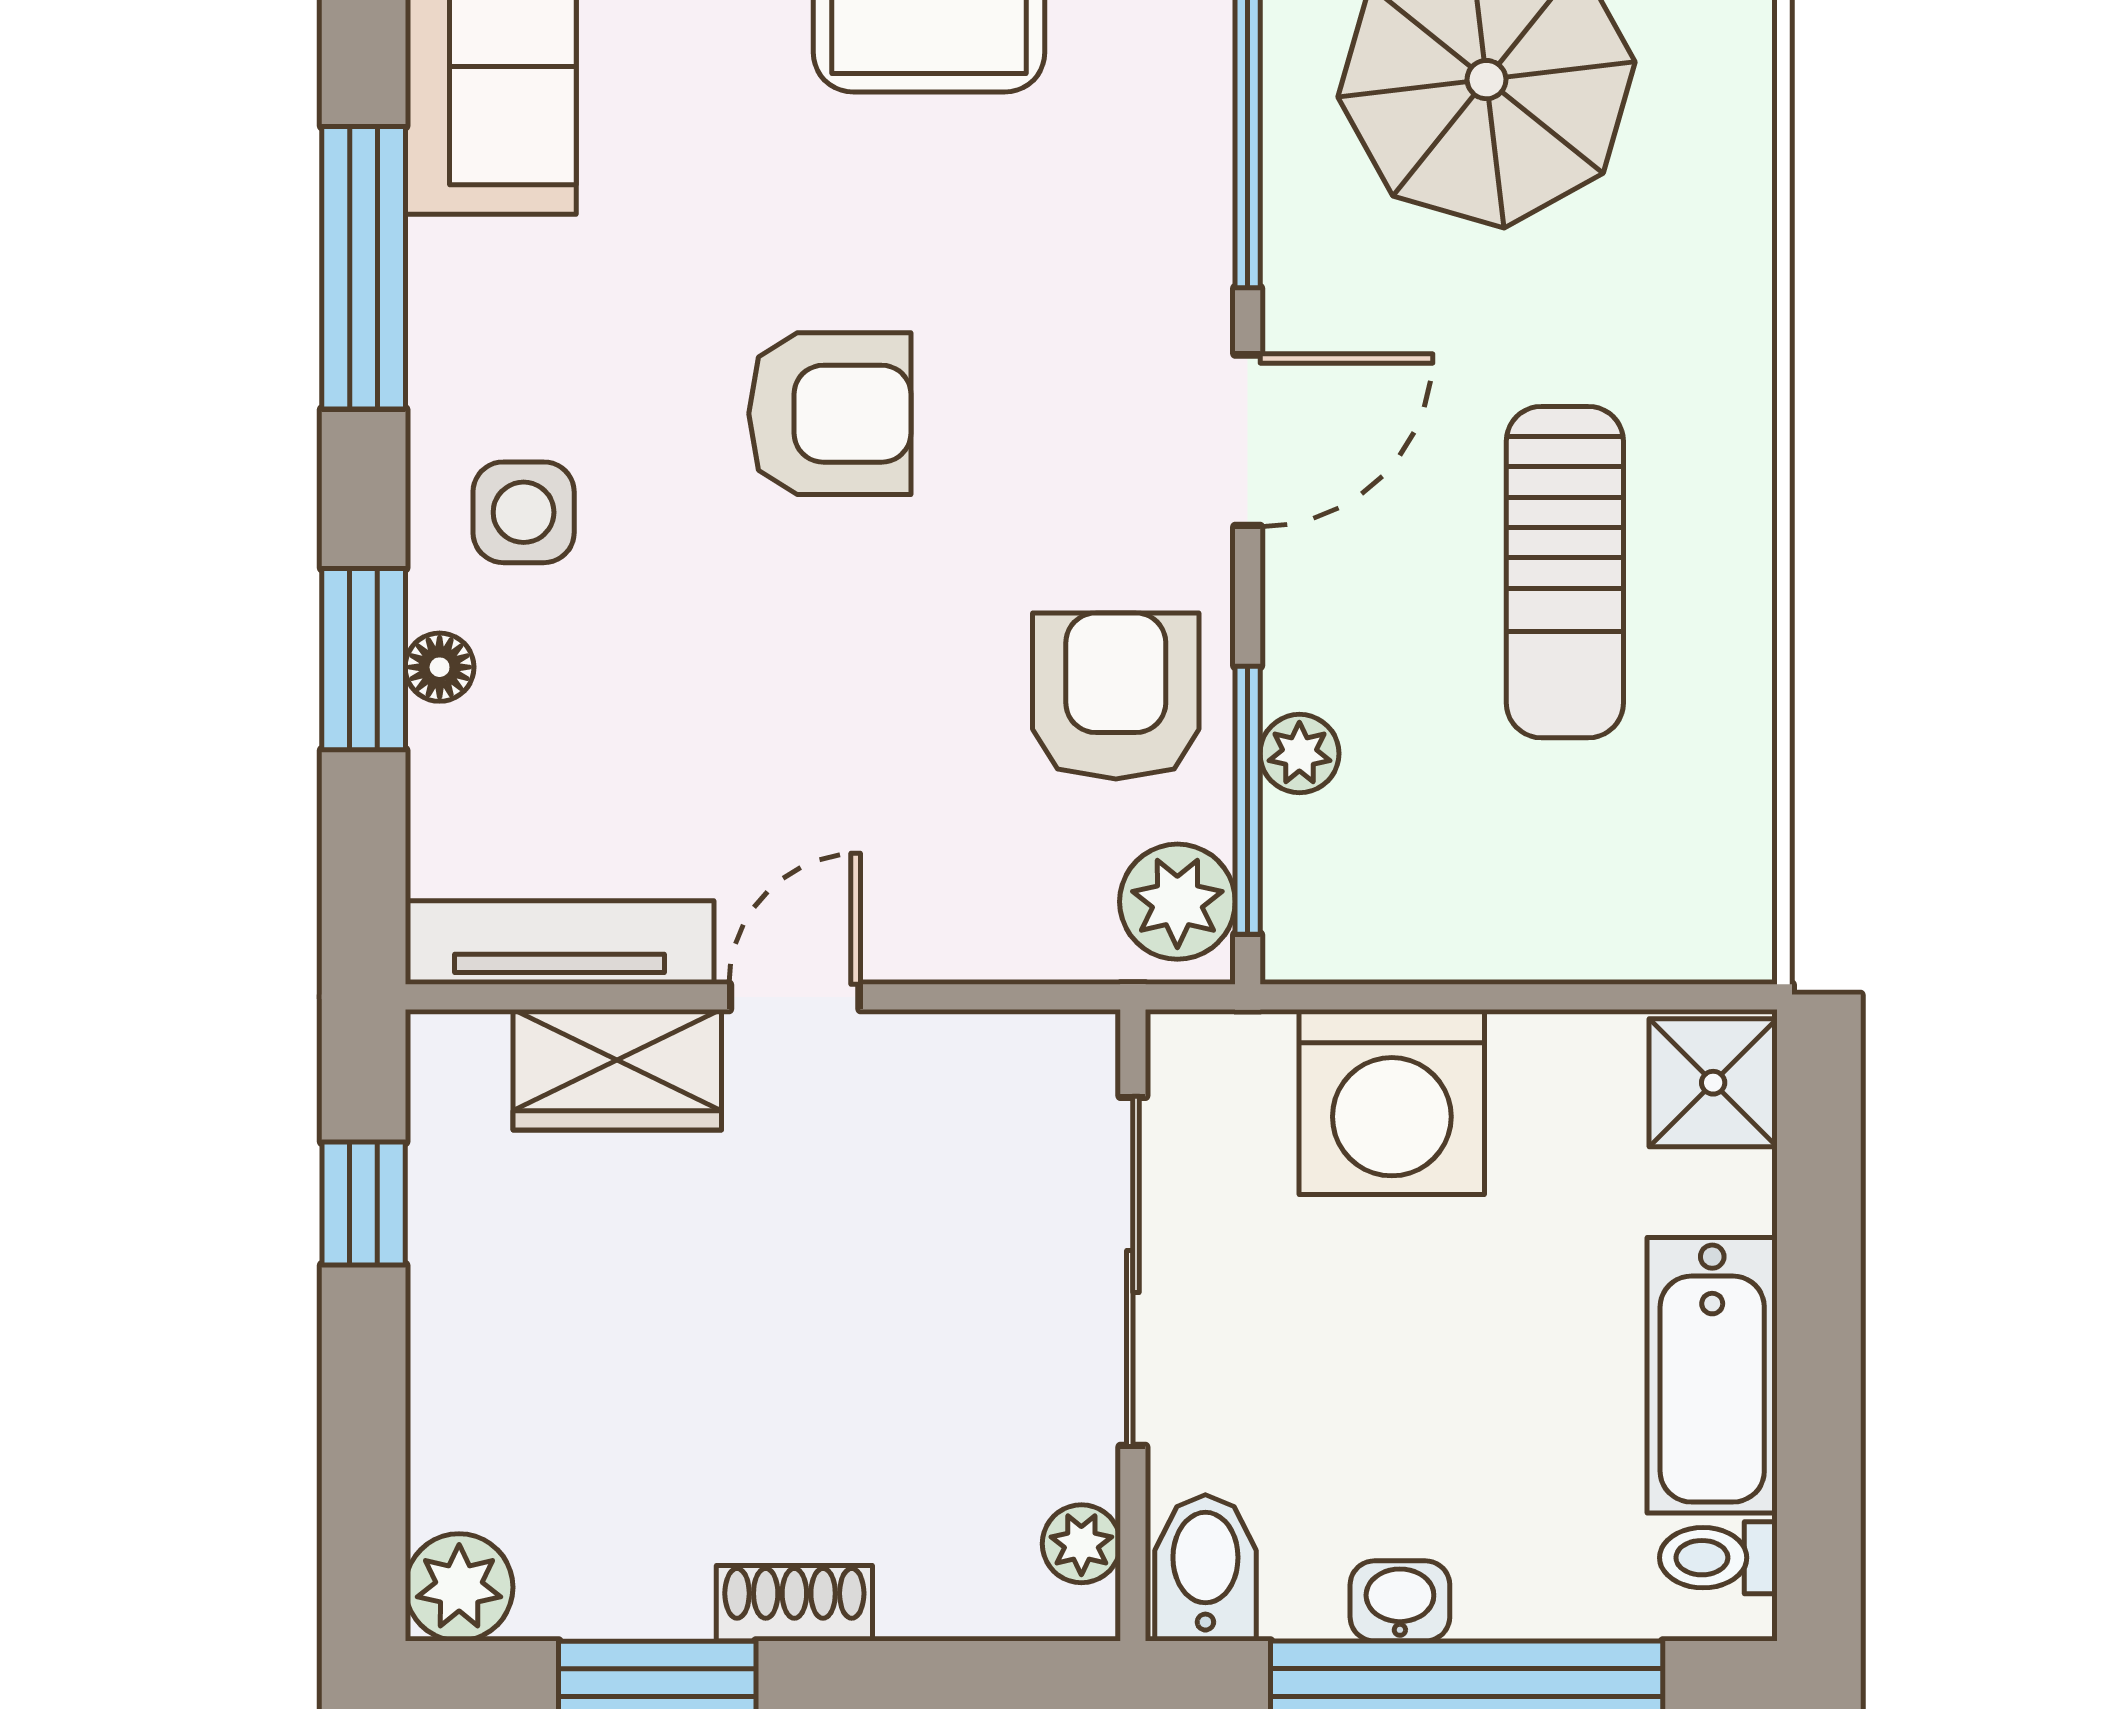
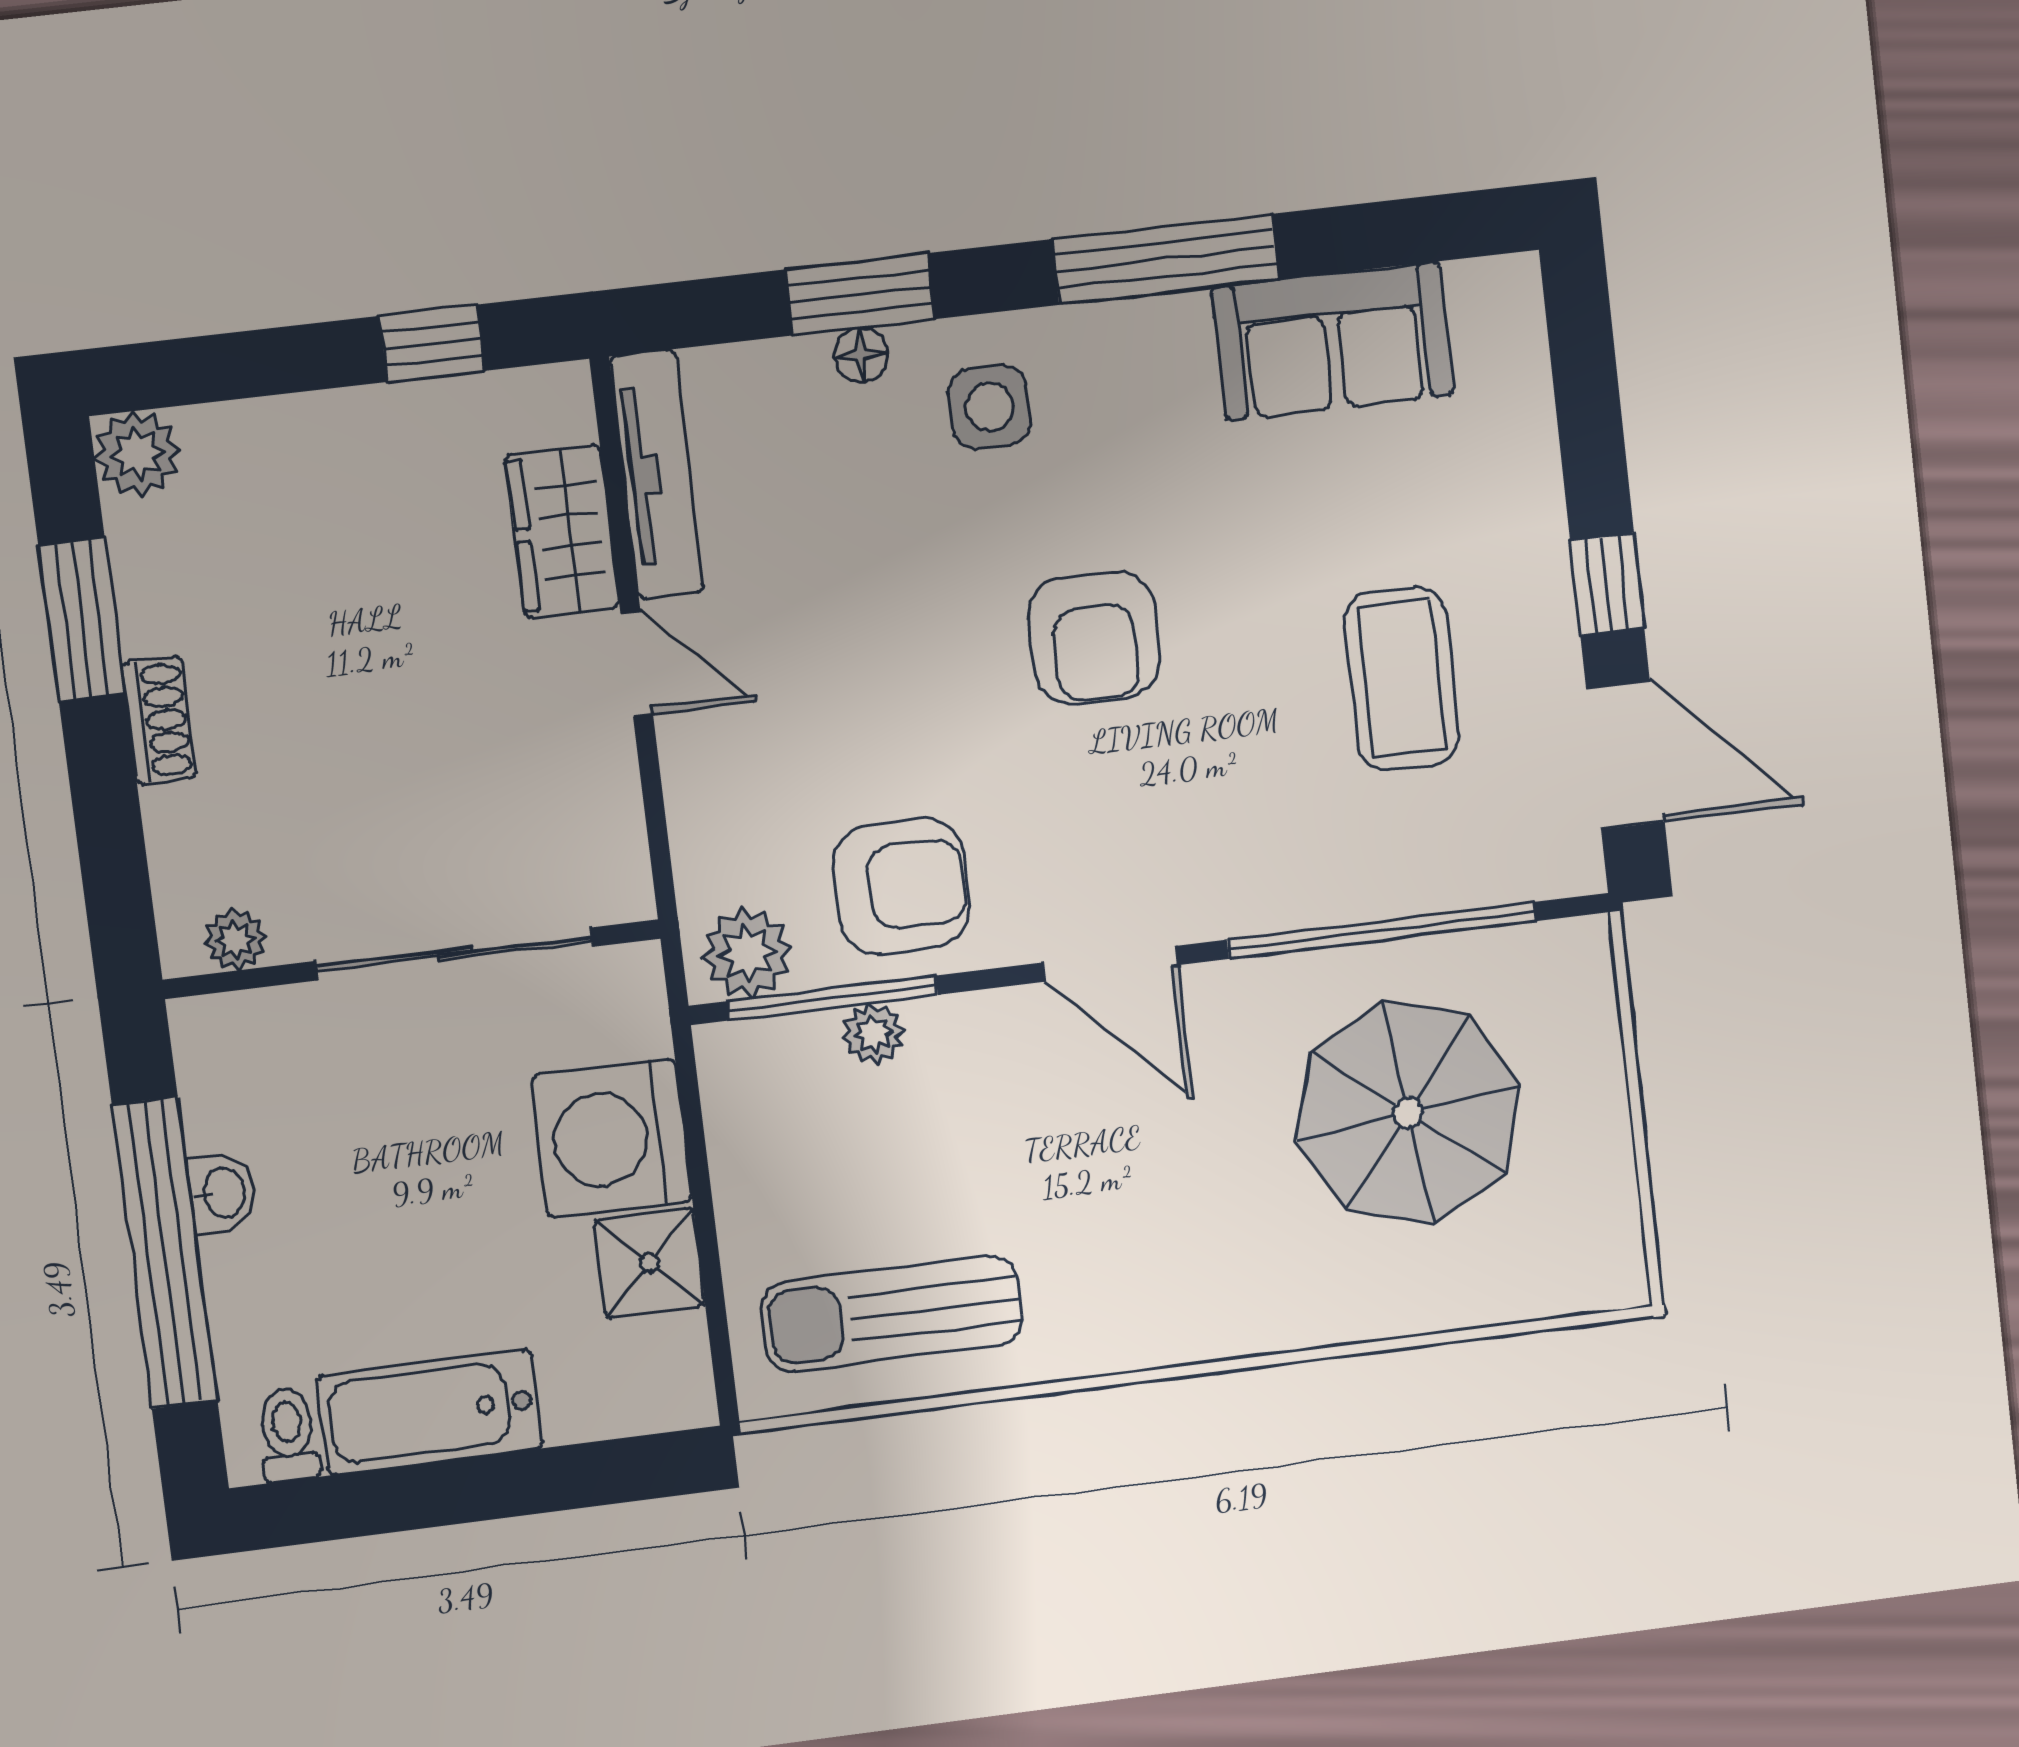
sun lounger: (1565, 572) -> (891, 1314), moved
shower: (1713, 1083) -> (650, 1263), moved
bidet: (1205, 1568) -> (229, 1039), removed

